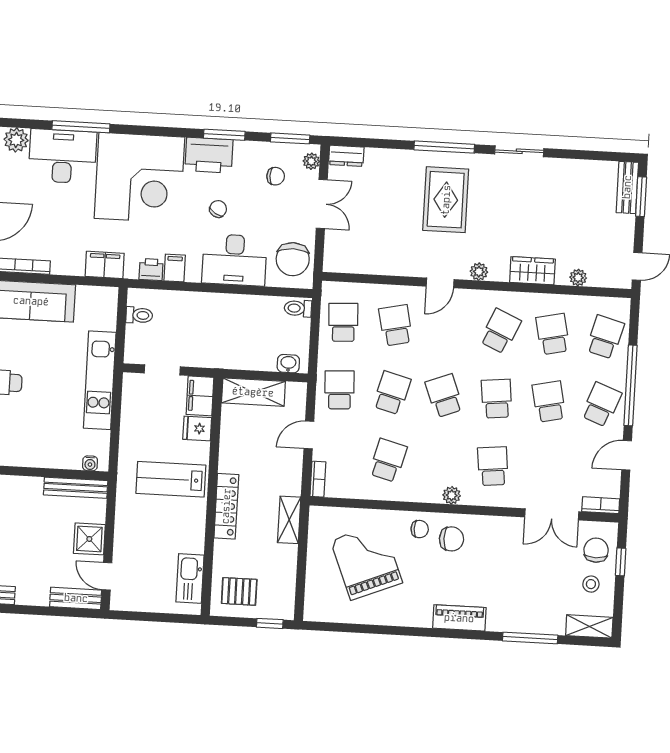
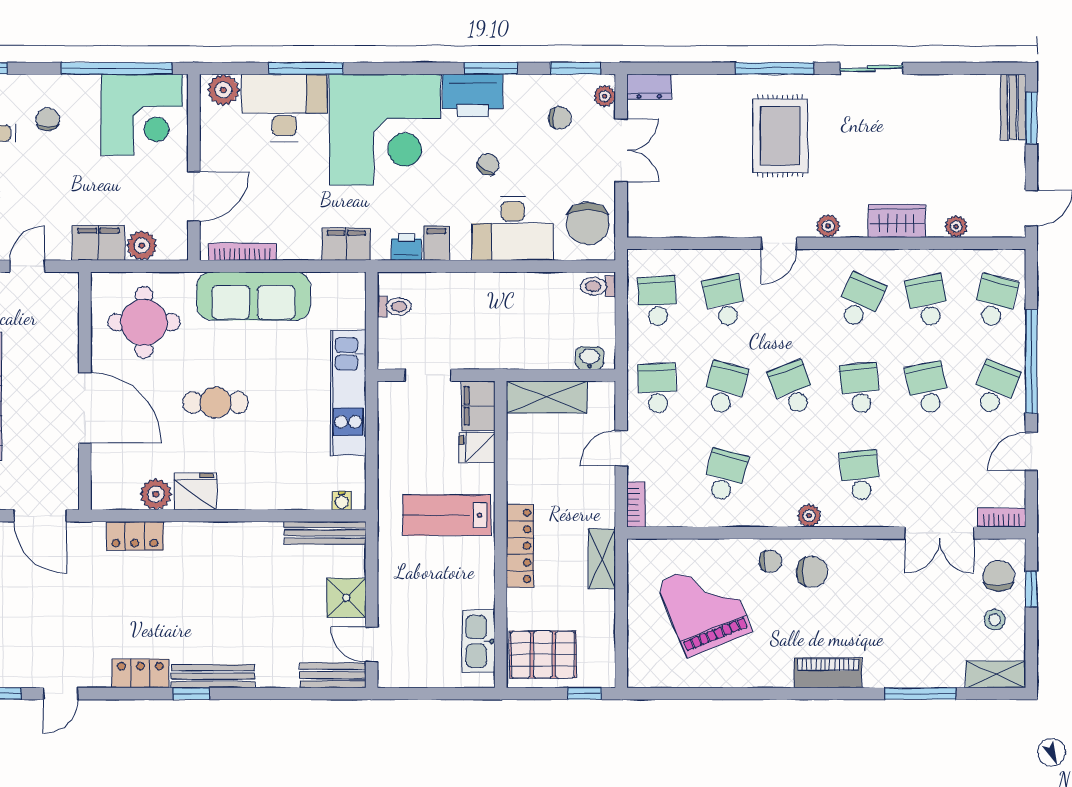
pallet: (239, 591) -> (543, 655), width x1.50, depth x1.42

